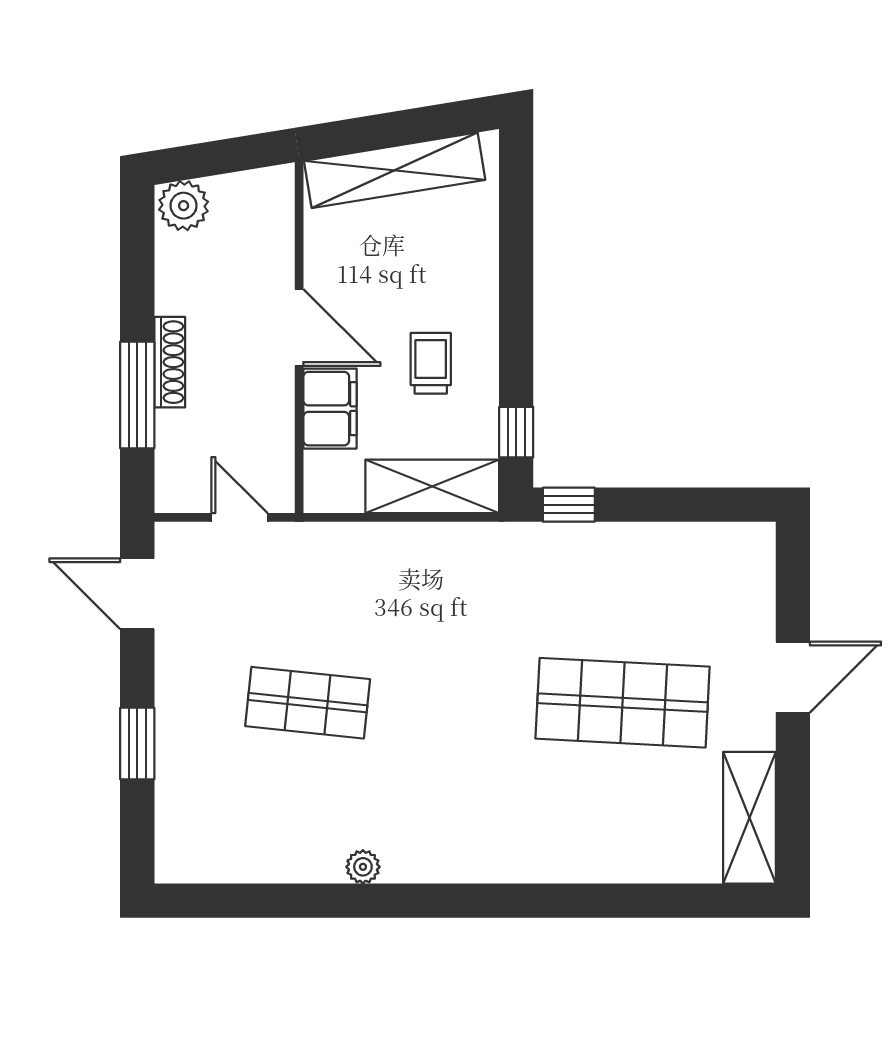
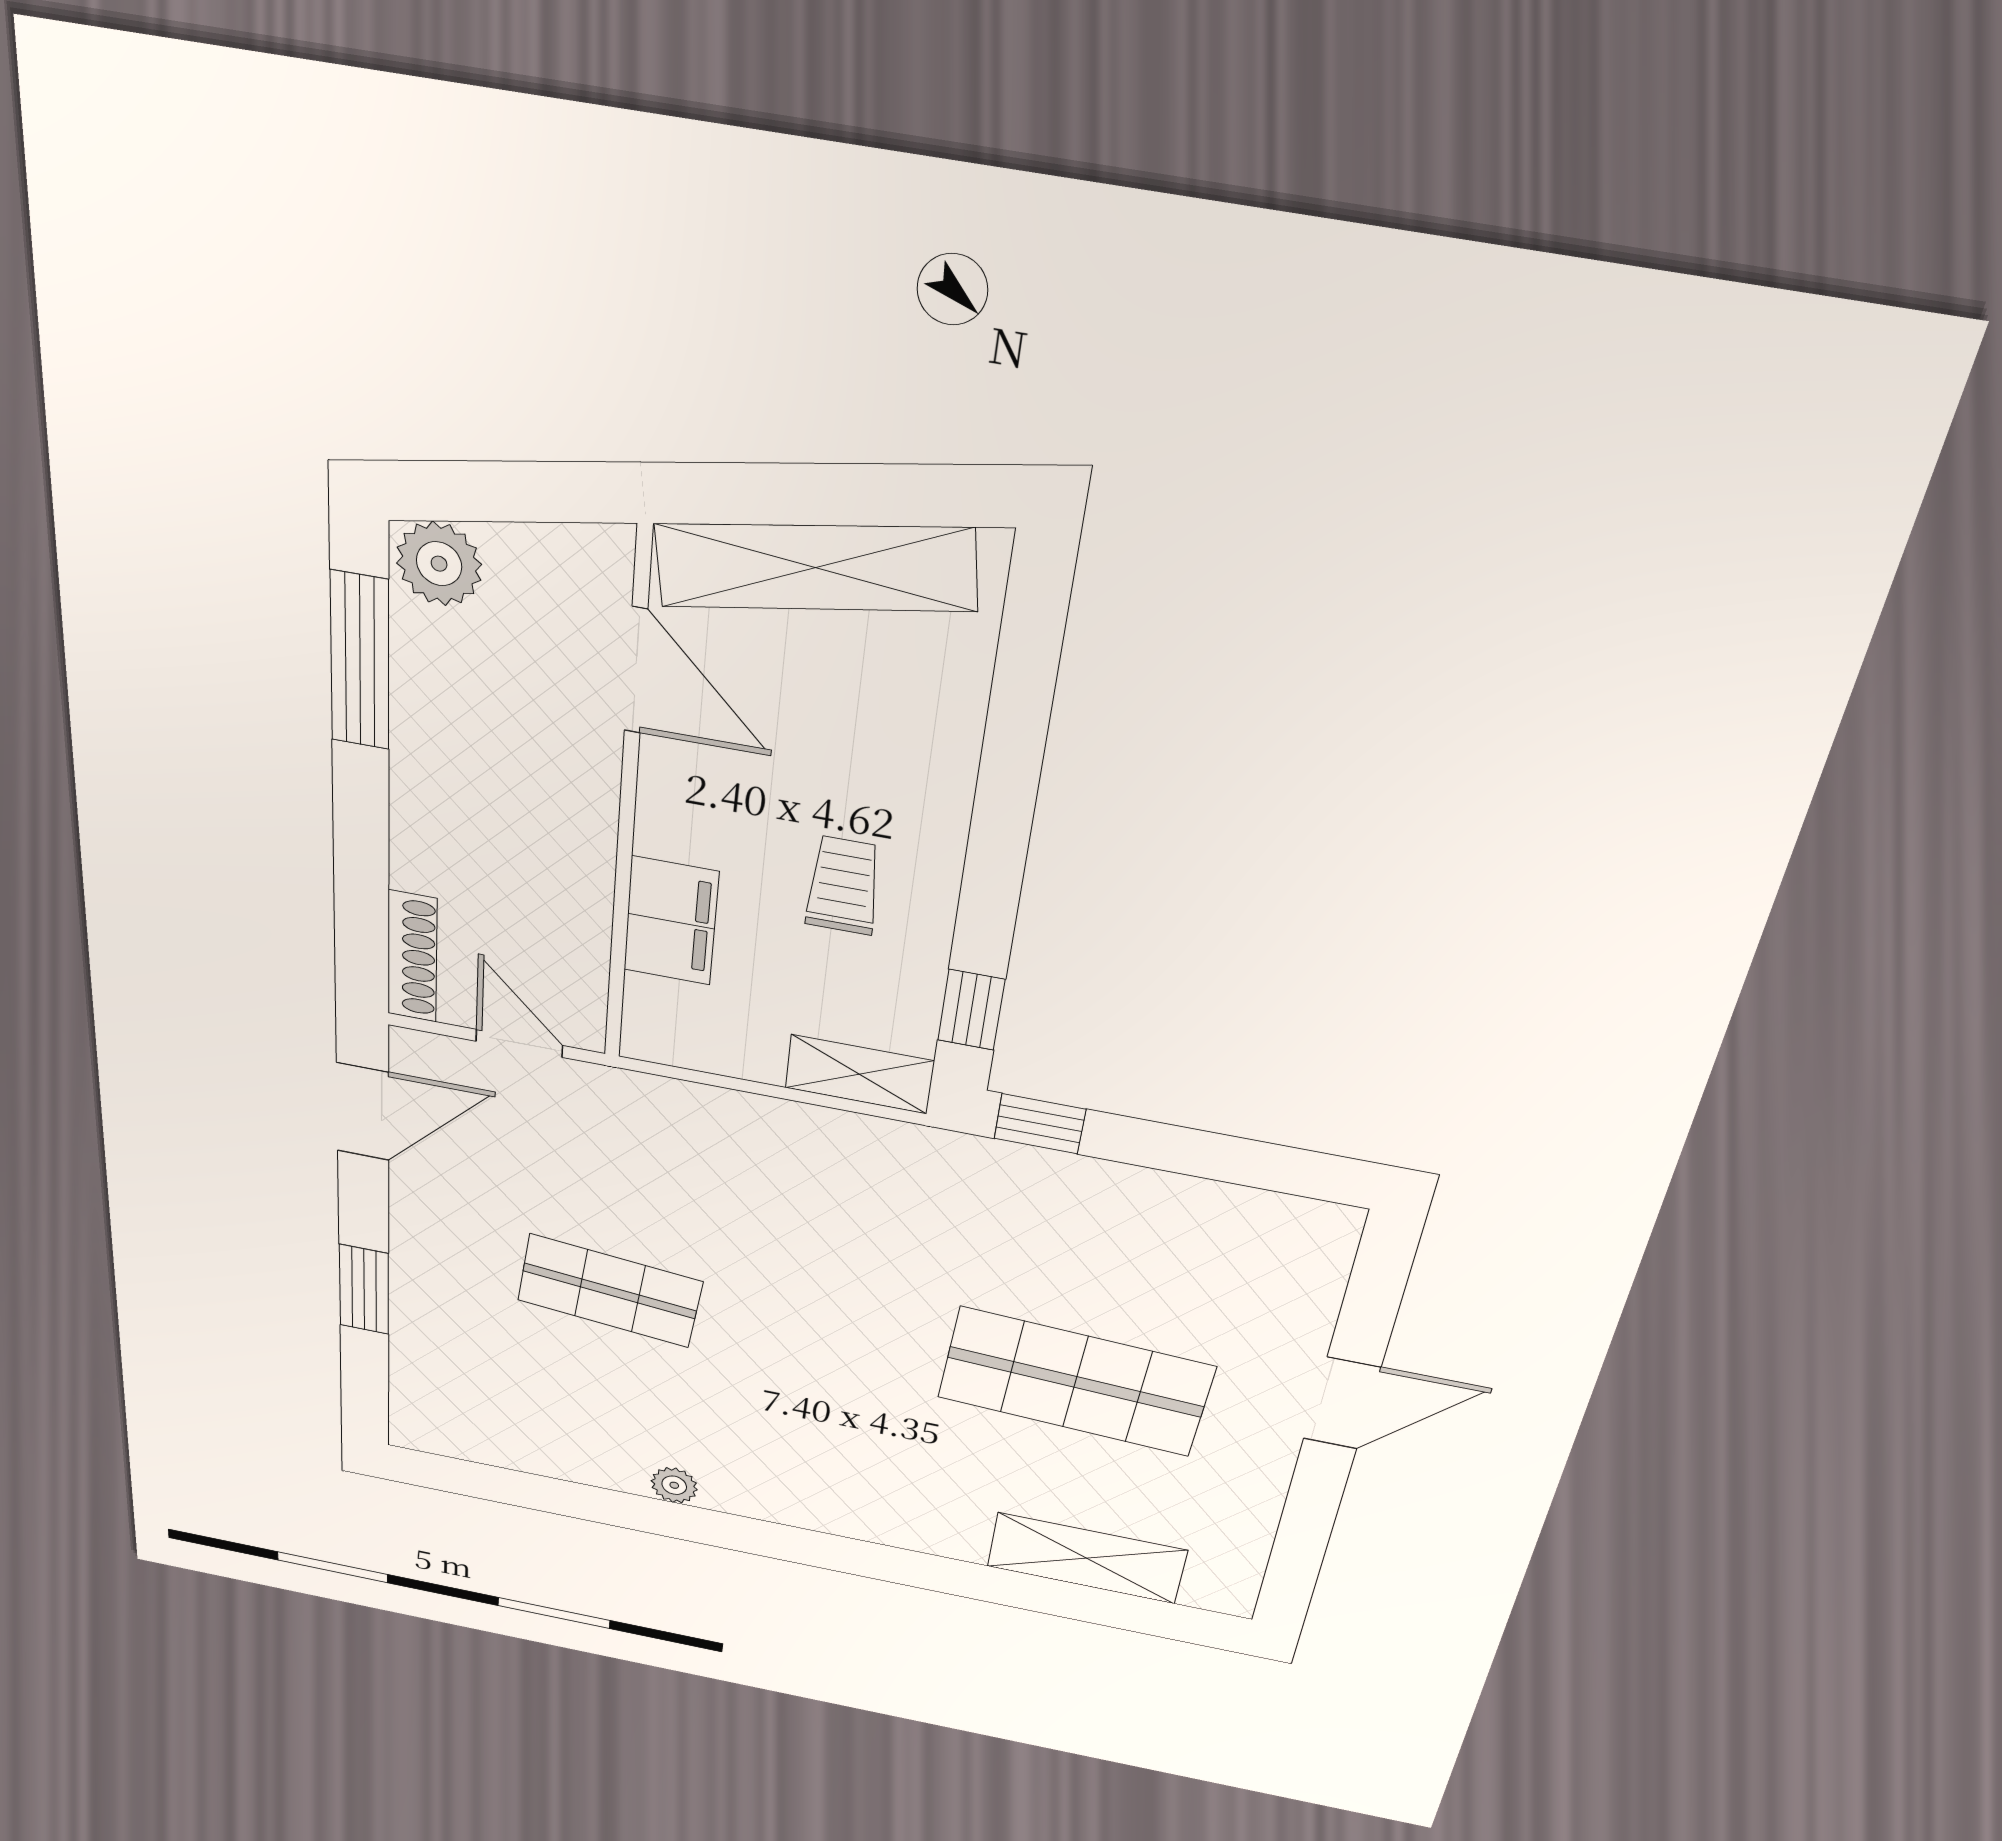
door: (299, 327) -> (636, 670), moved
shoe rack: (170, 362) -> (412, 957), moved
window: (137, 395) -> (360, 661), moved
shelving: (432, 486) -> (859, 1074), width x0.67, depth x0.75
door: (137, 594) -> (363, 1112), swing flipped
shelving: (750, 818) -> (1087, 1558), moved, turned 90

